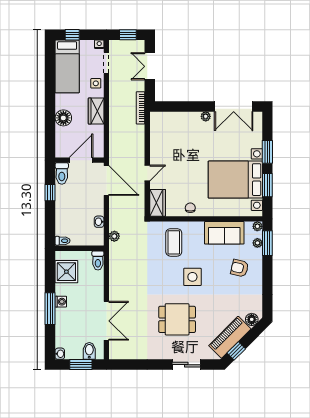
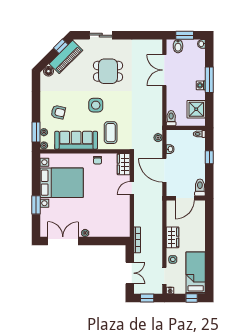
floor lamp: (63, 118) -> (199, 232), removed
door: (106, 181) -> (164, 170), moved
window: (267, 185) -> (36, 178), removed
window: (50, 193) -> (209, 157), moved
sofa: (224, 233) -> (76, 140), width x1.36

